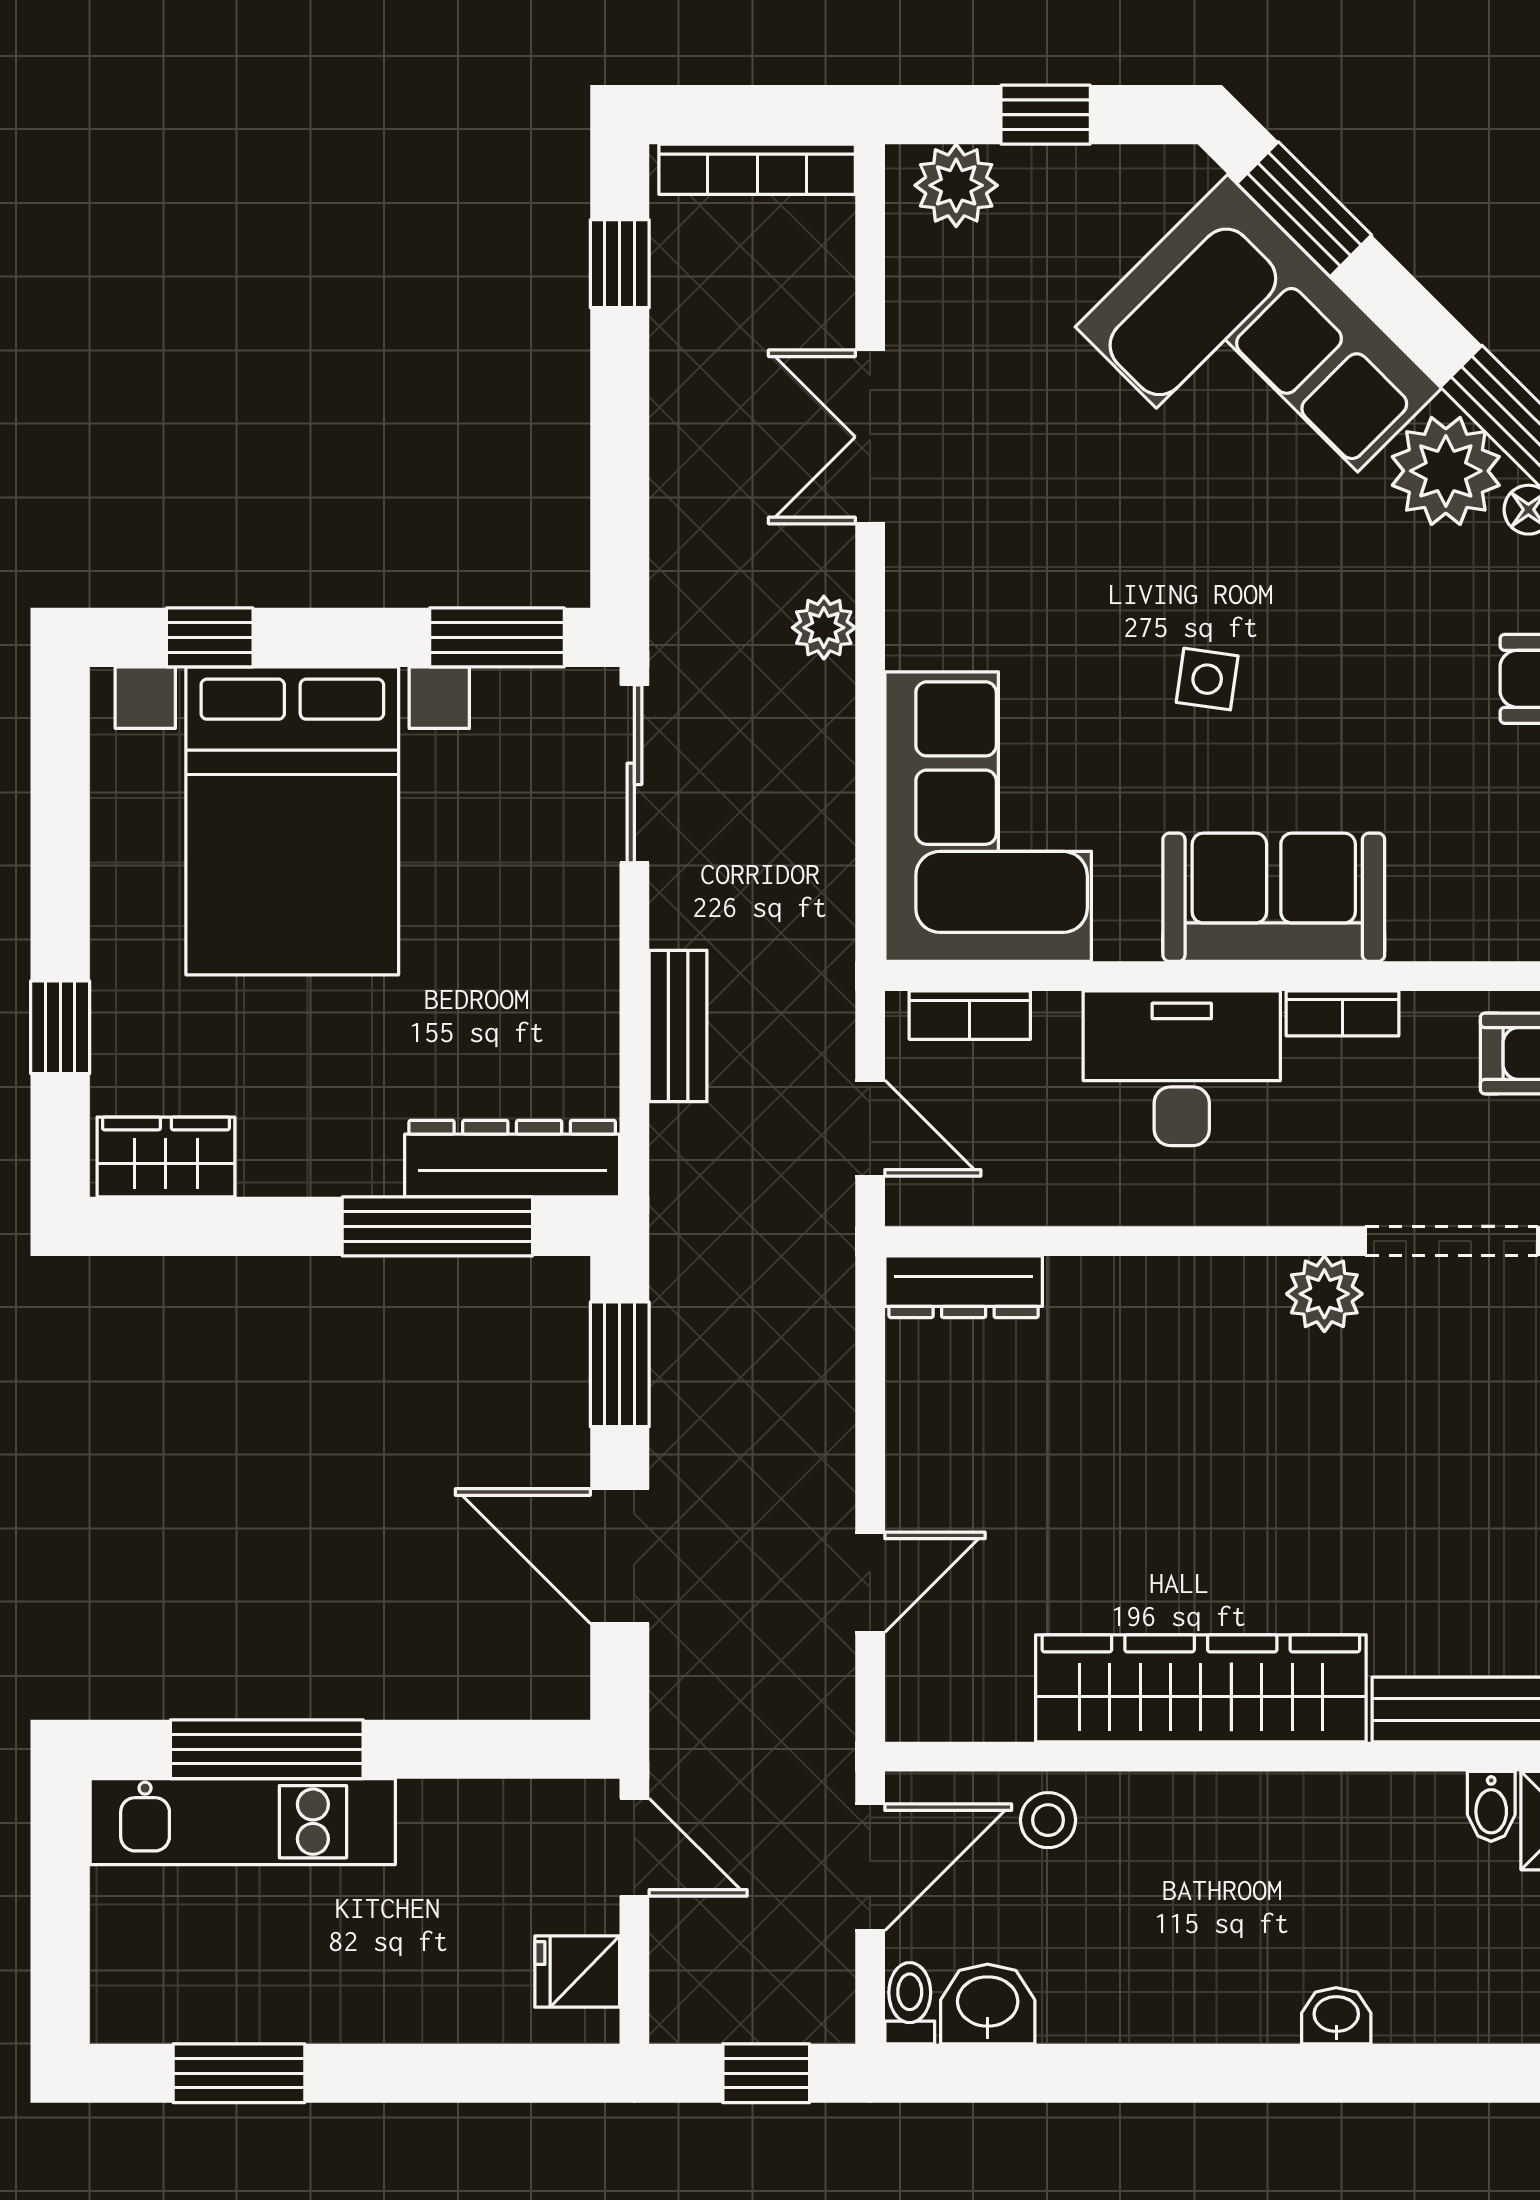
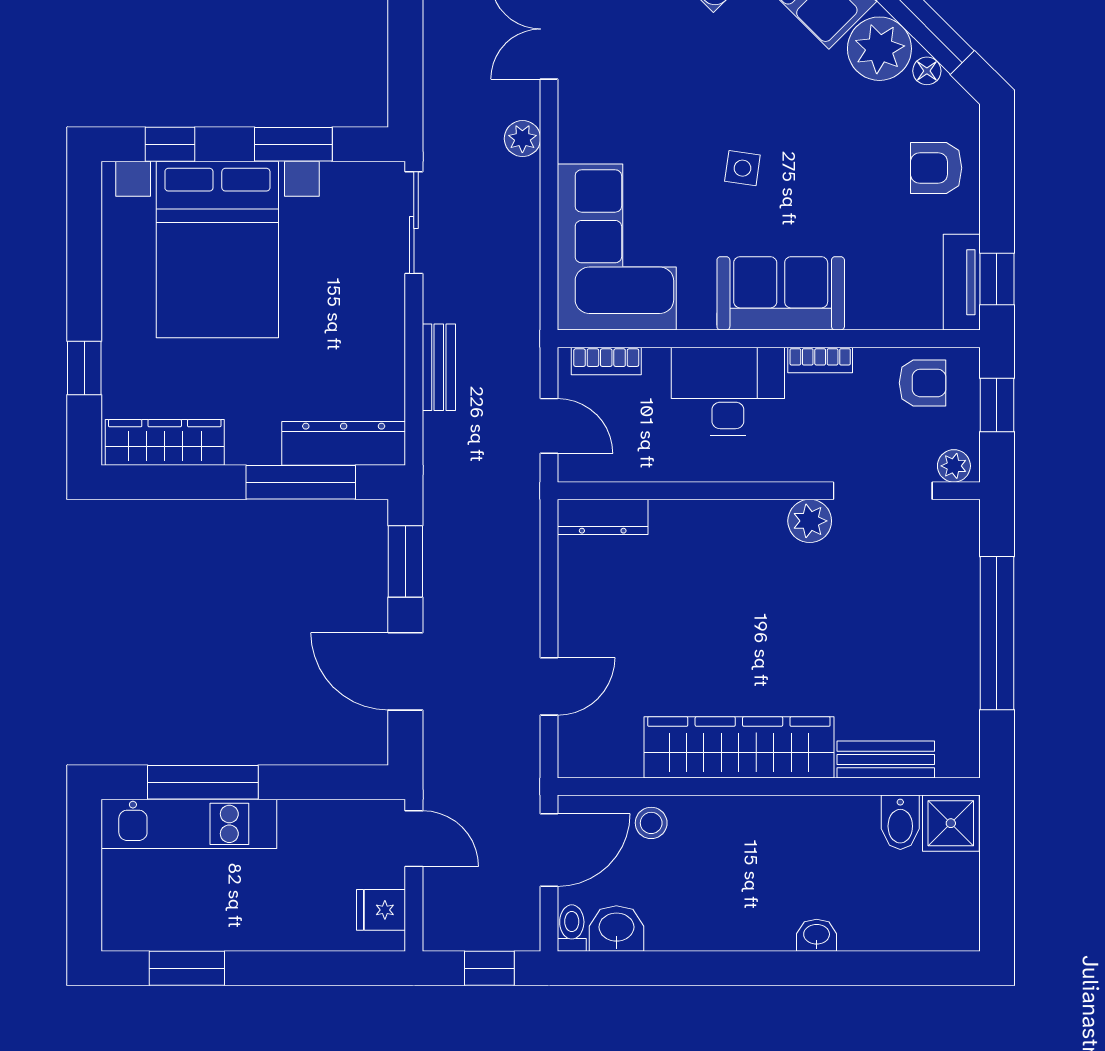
window: (497, 637) -> (293, 144), moved
wardrobe: (166, 1157) -> (165, 442), width x1.50
bidet: (1491, 1806) -> (900, 822), width x1.38, depth x1.36

